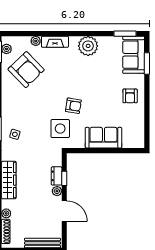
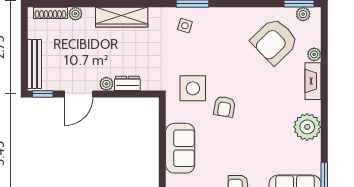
window: (64, 178) -> (43, 94), moved

